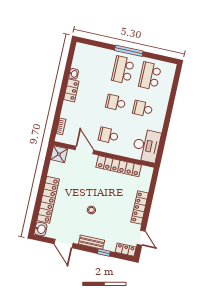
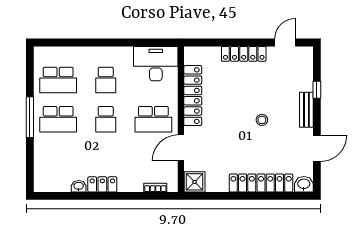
school desk: (108, 135) -> (153, 119), width x1.85
locker: (126, 250) -> (306, 60), removed

